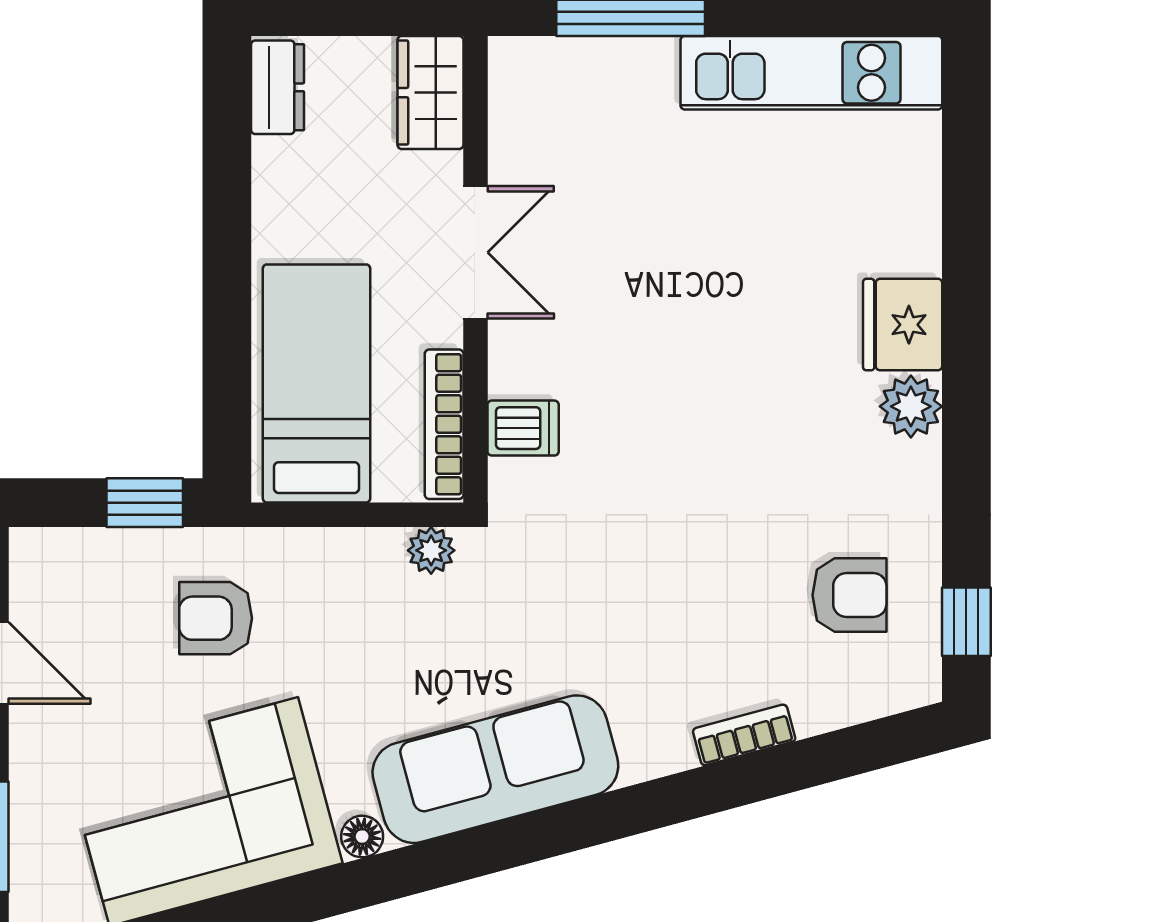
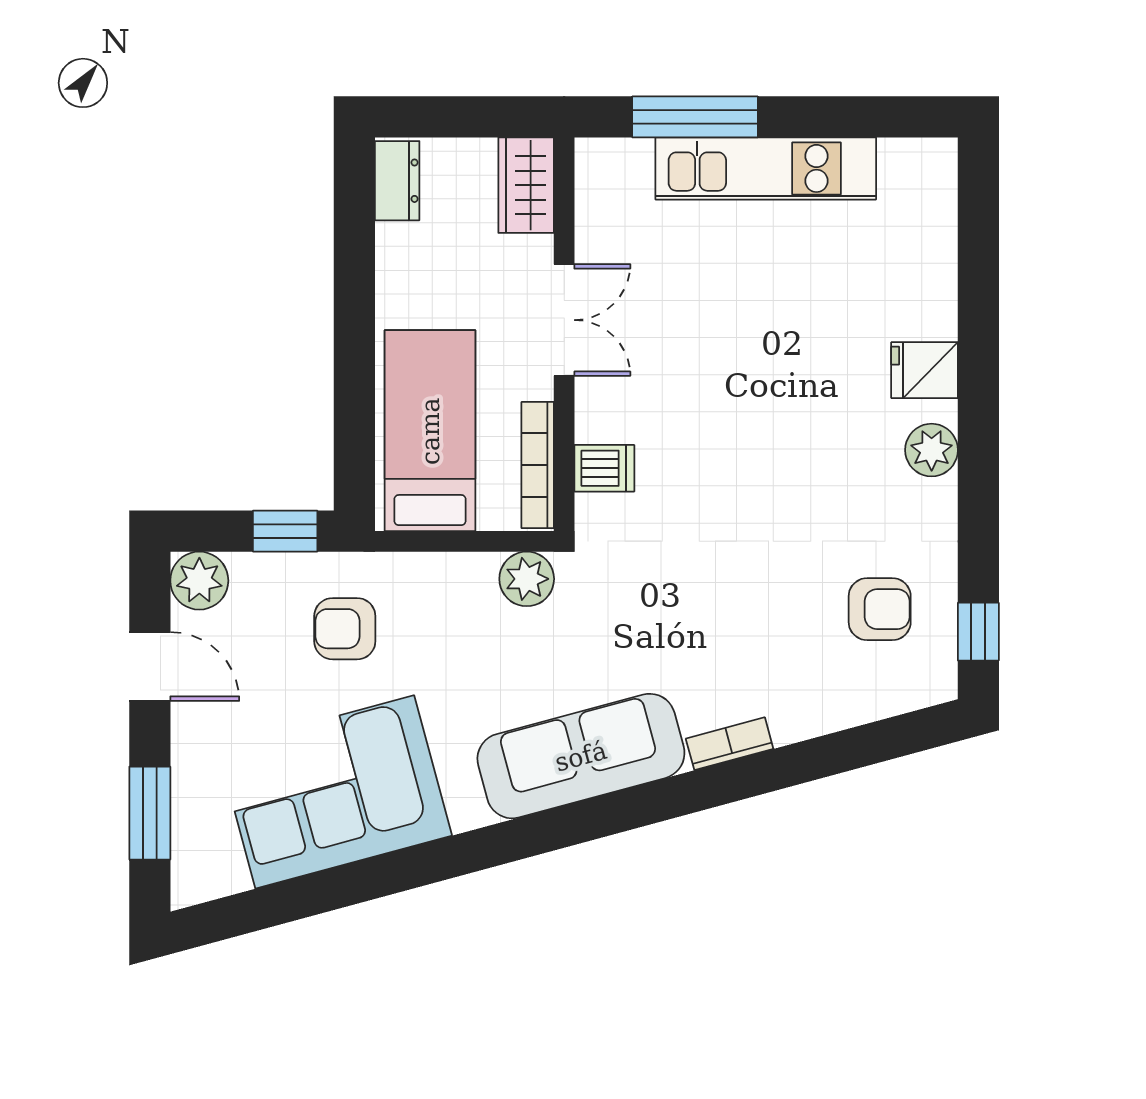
kitchen unit: (811, 73) -> (766, 168), moved
fridge: (903, 325) -> (925, 370), width x0.72
plant: (431, 550) -> (527, 579), width x1.38, depth x1.38
plant: (43, 561) -> (199, 581), added
bookcase: (744, 735) -> (730, 744), moved
floor lamp: (362, 837) -> (468, 813), removed

